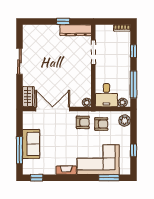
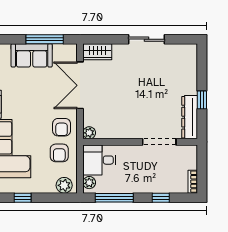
double door: (53, 109) -> (80, 85), swing flipped
window: (19, 150) -> (45, 39), moved

